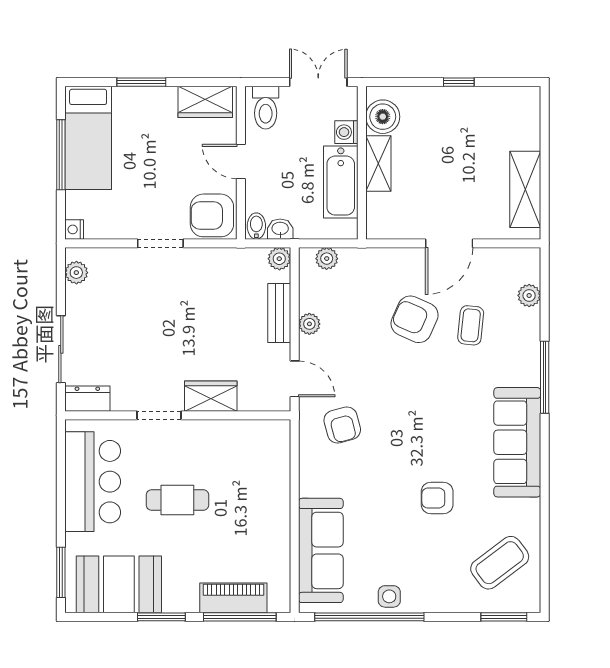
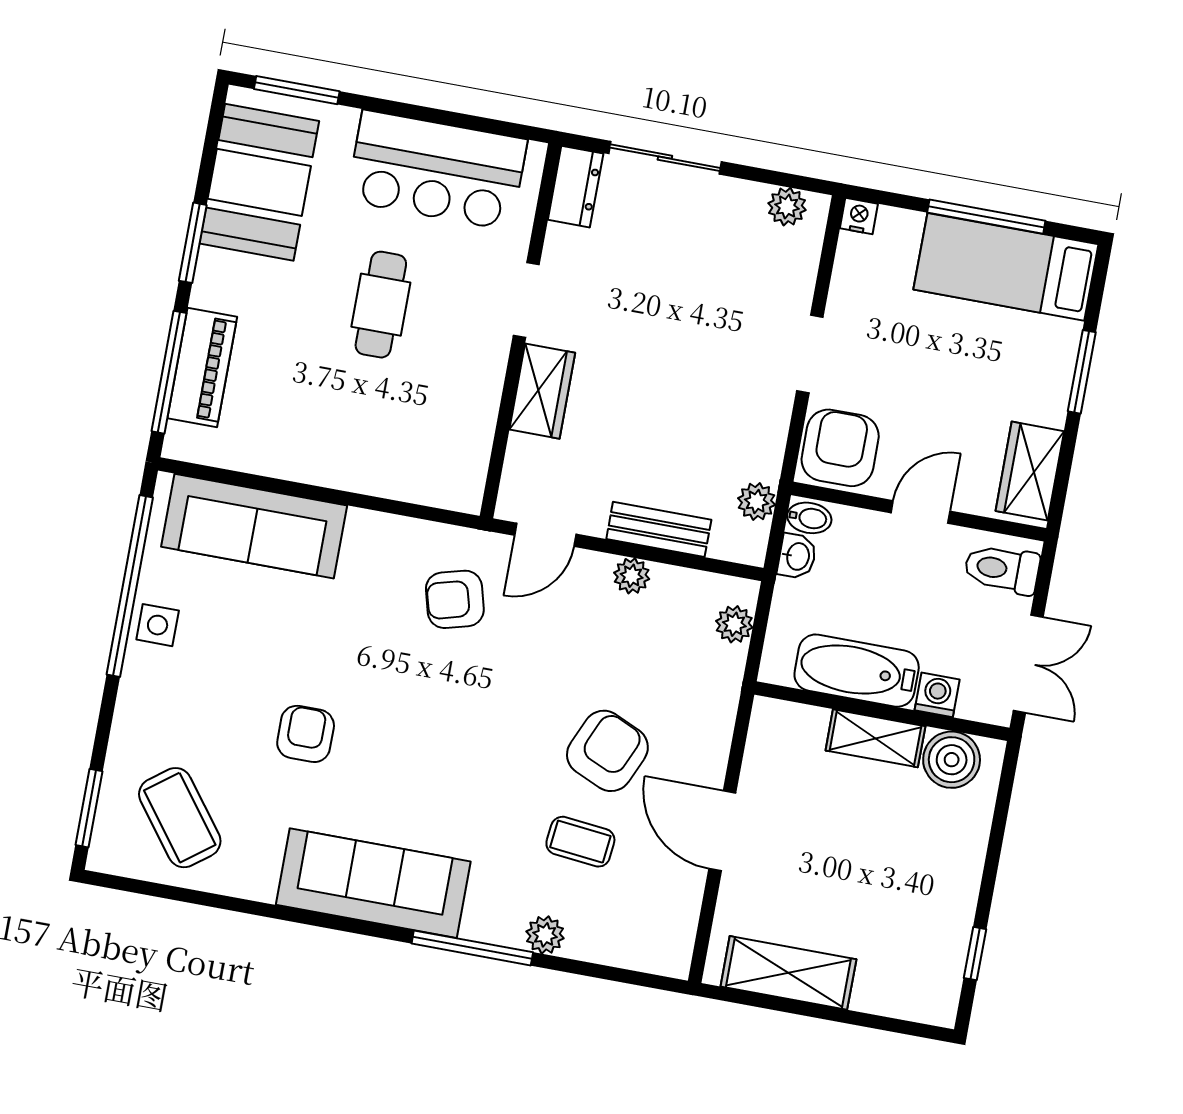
window: (459, 82) -> (975, 954), moved
plant: (279, 259) -> (757, 501), moved
plant: (529, 295) -> (545, 935), moved

